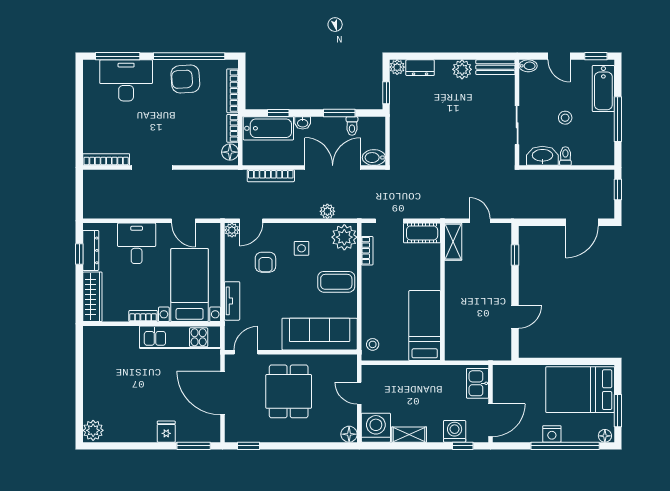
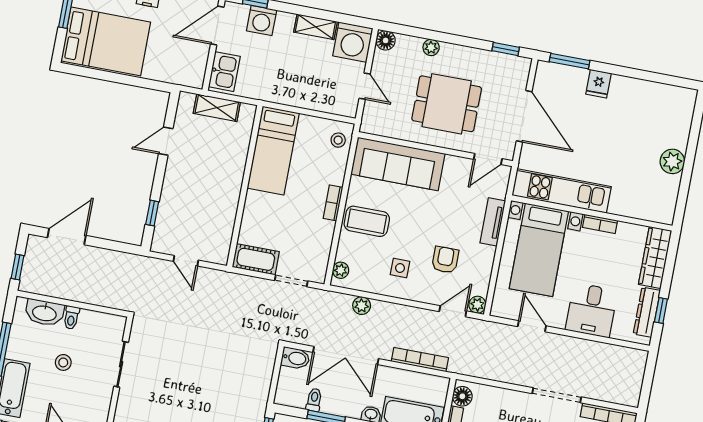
washbasin: (542, 156) -> (45, 313), moved
plant: (344, 237) -> (341, 270), width x0.53, depth x0.53
shelving: (453, 242) -> (217, 108), moved, turned 90
bookcase: (367, 251) -> (333, 203), moved
dining table: (289, 391) -> (447, 104), turned 90
plant: (93, 430) -> (672, 161), moved
plant: (310, 435) -> (431, 48), added

